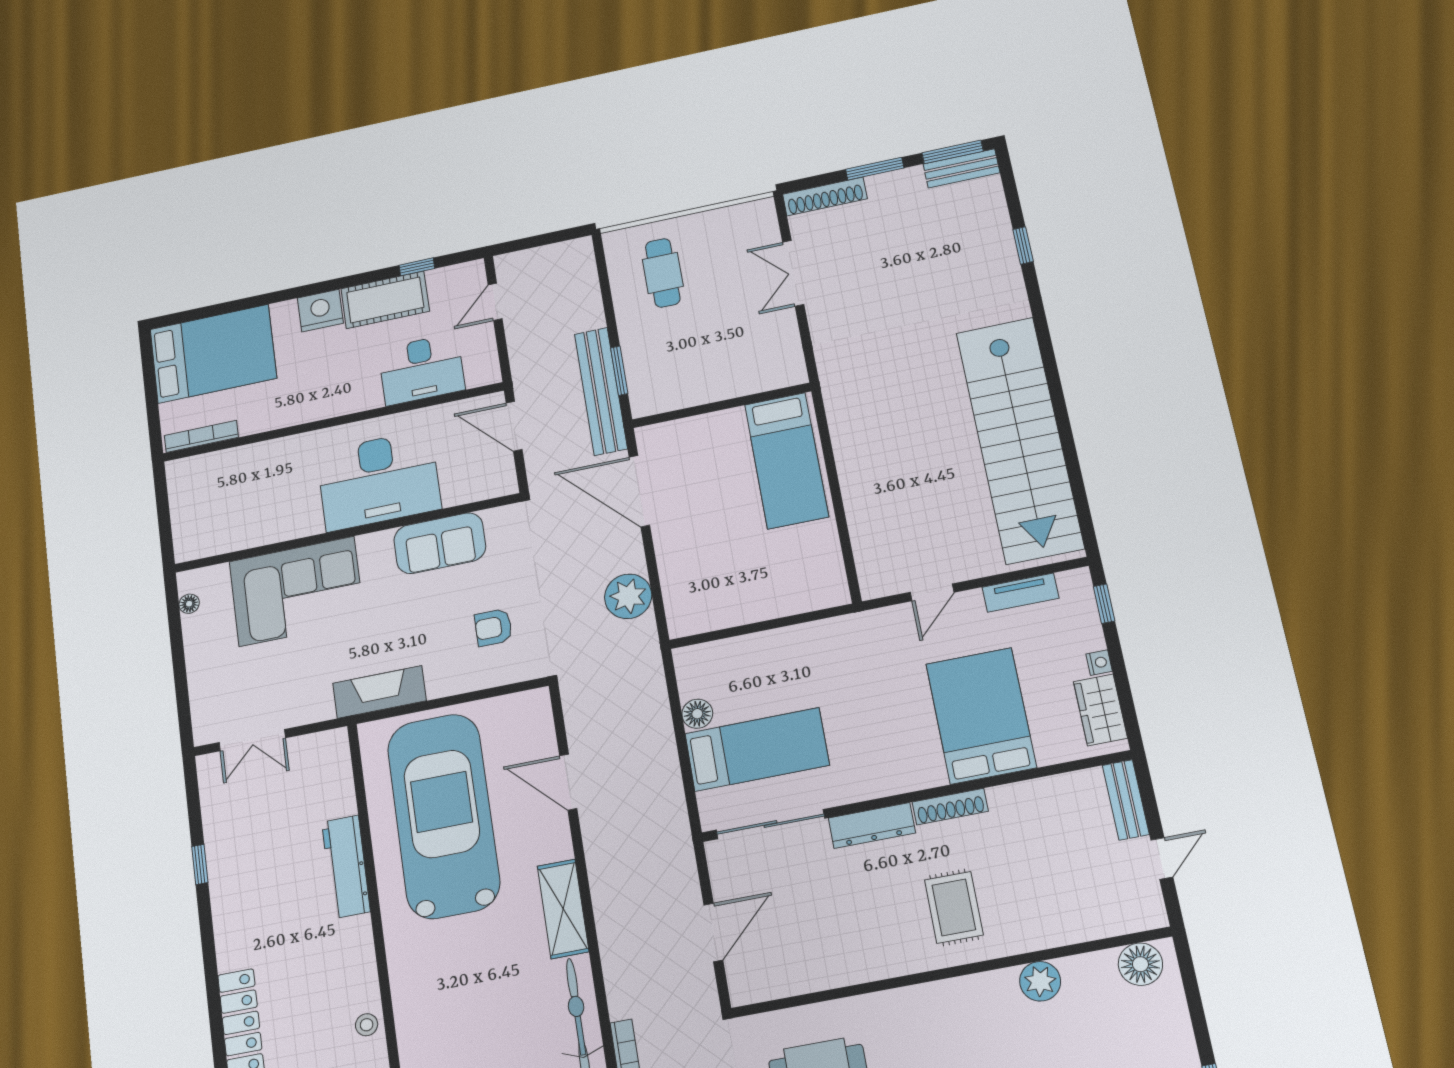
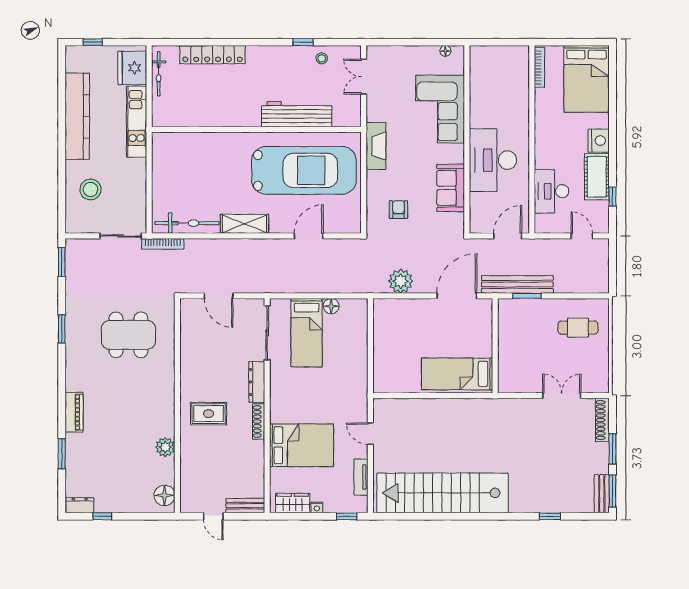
workbench: (346, 867) -> (297, 114), width x1.36, depth x1.32
stool: (367, 1025) -> (322, 58), moved

